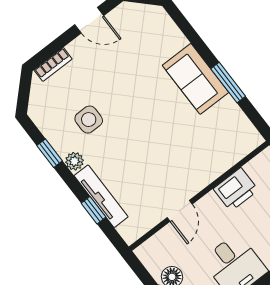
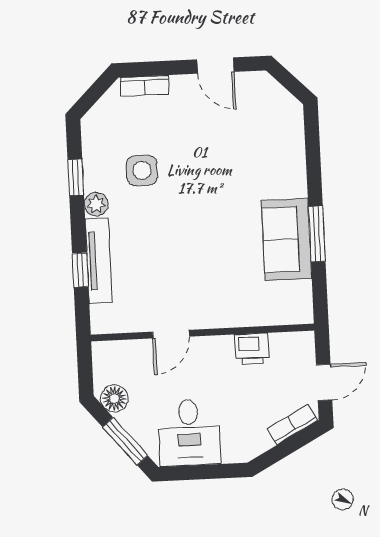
sofa: (195, 79) -> (287, 240), moved
printer: (236, 189) -> (252, 349), width x0.73, depth x0.81

